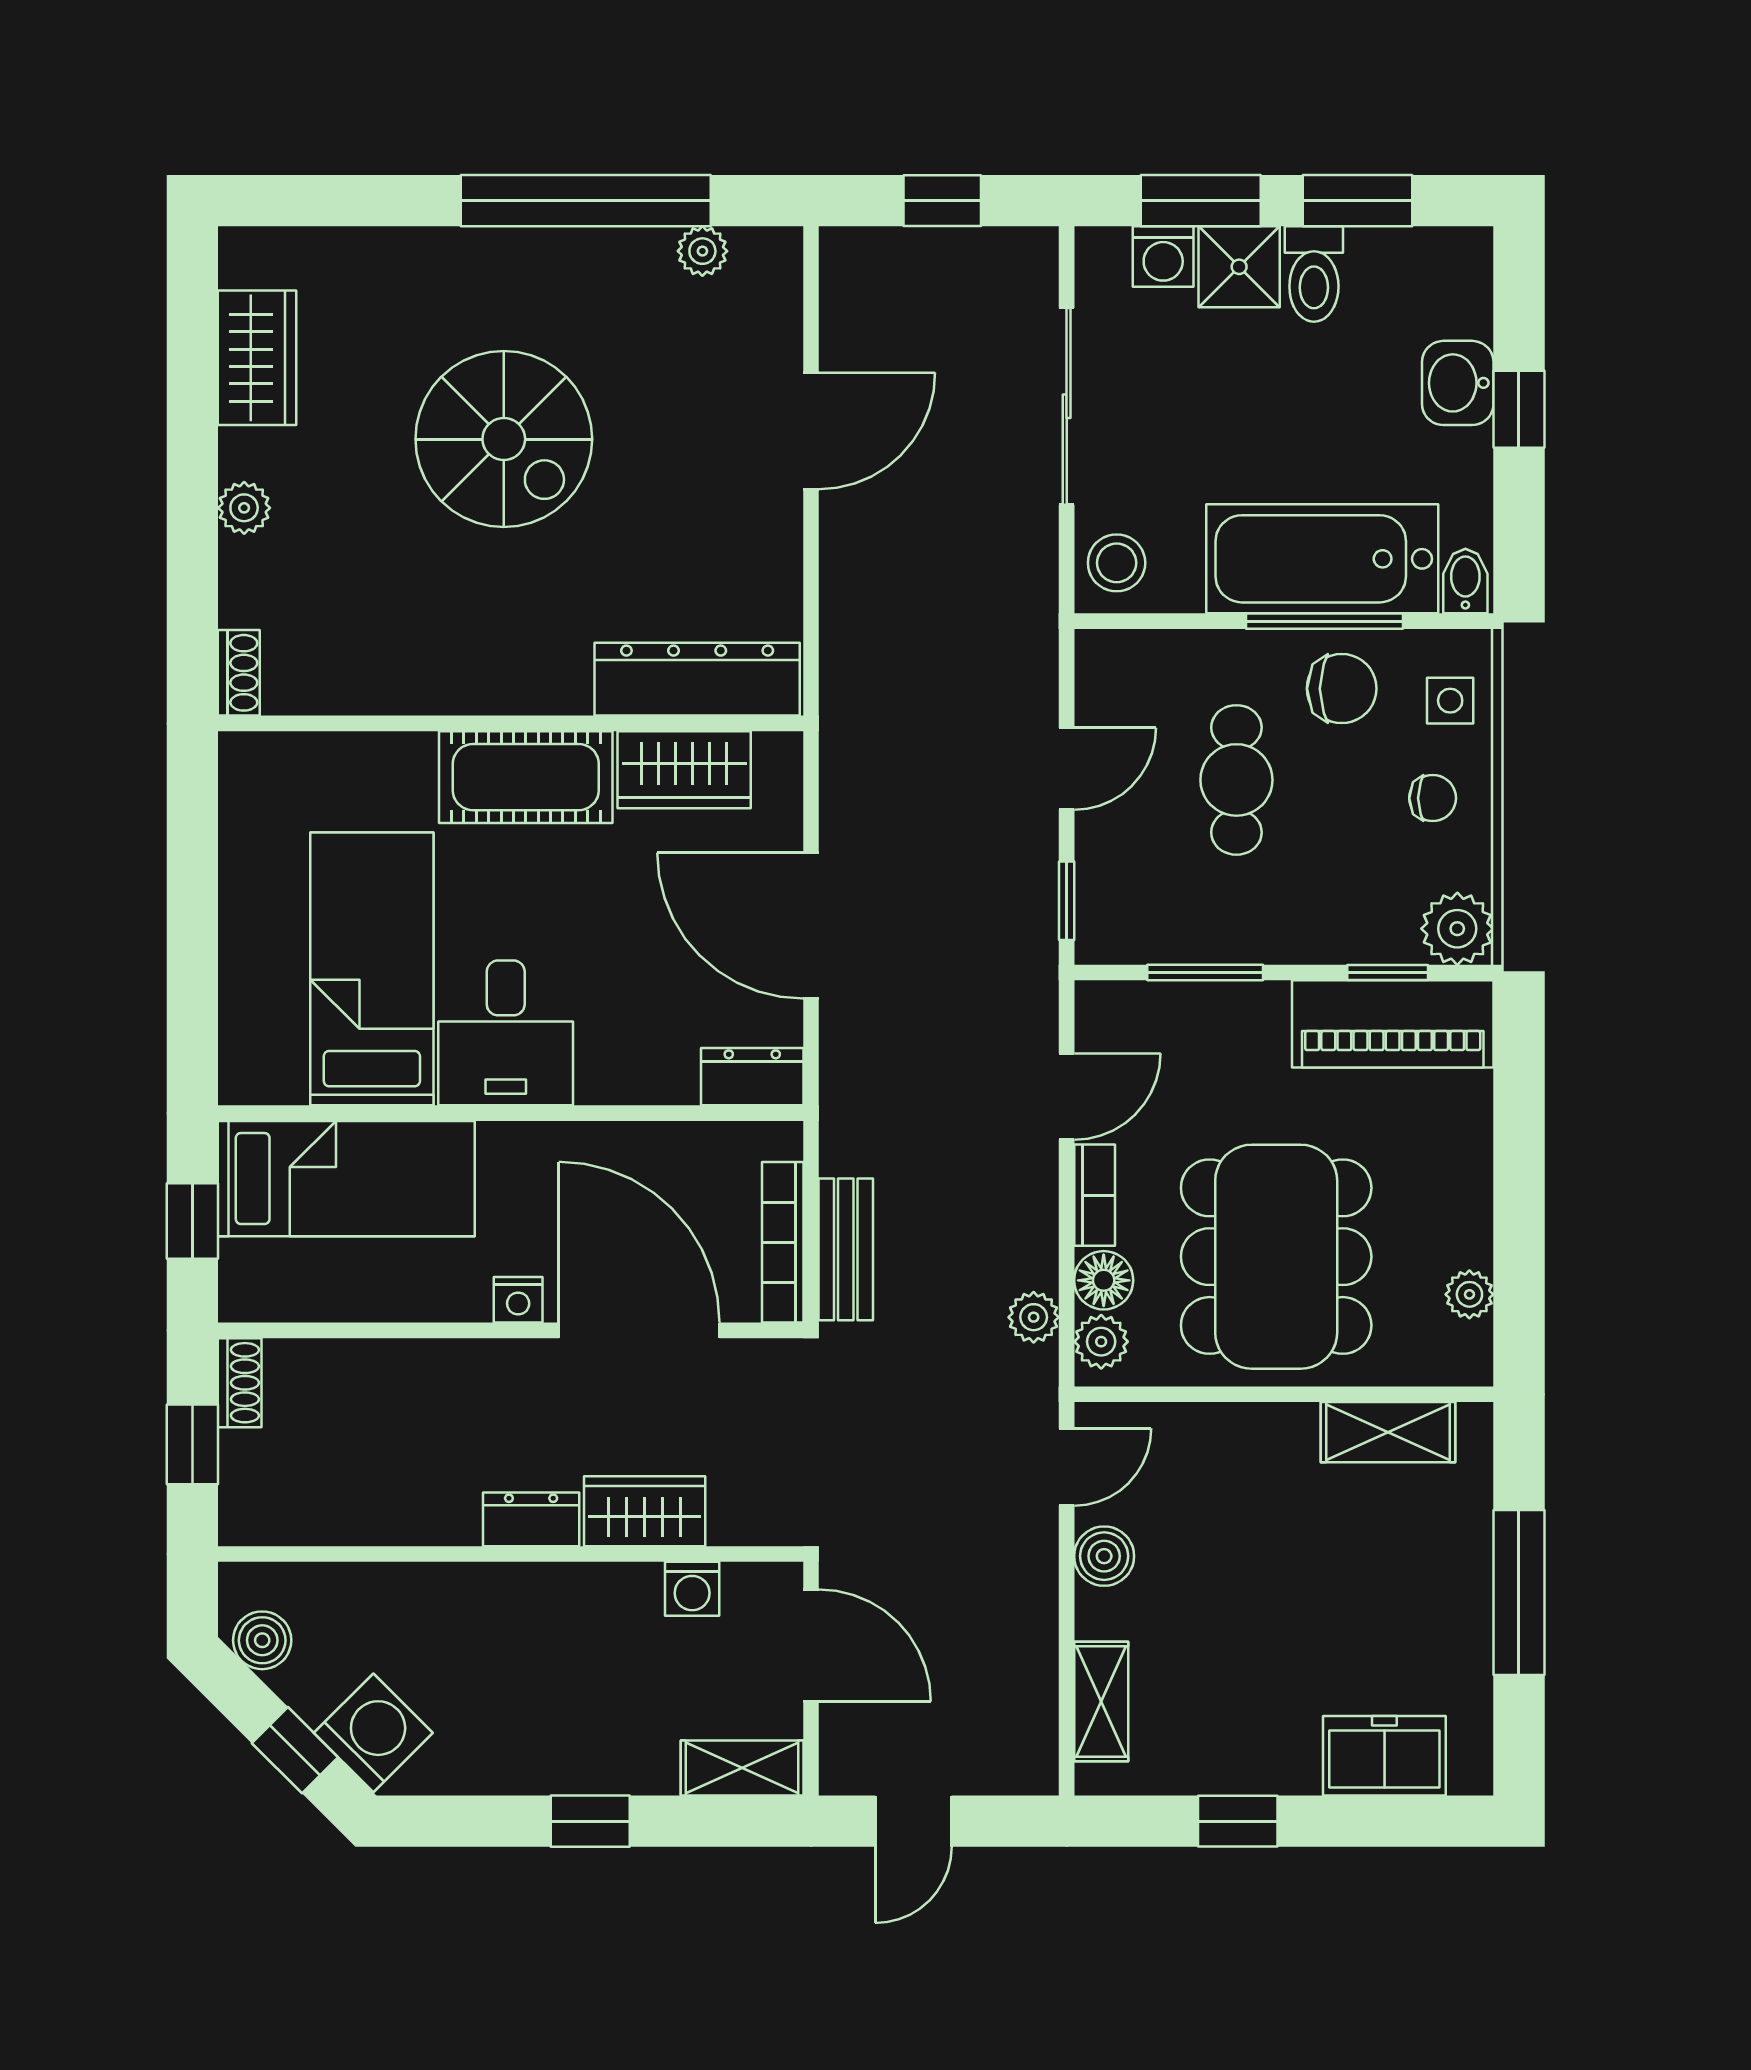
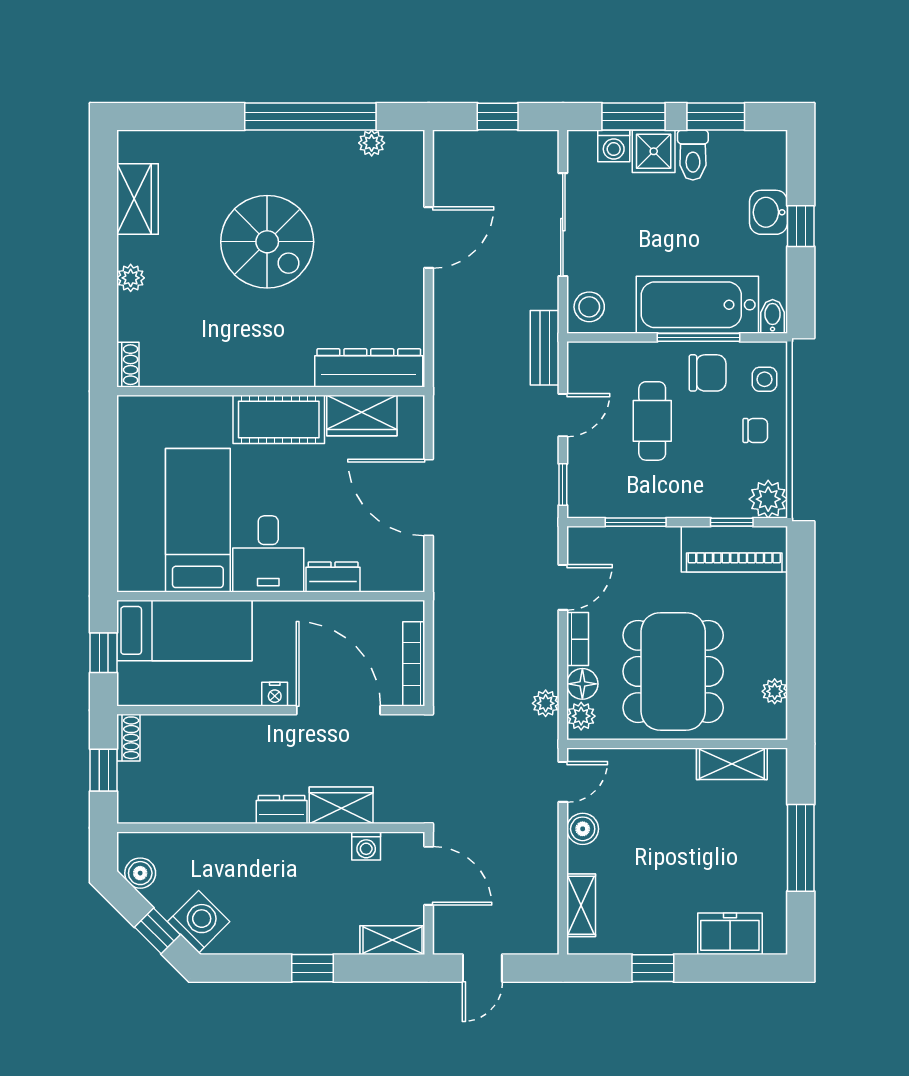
dresser: (752, 1077) -> (333, 577), moved
bench: (846, 1249) -> (545, 348), moved

